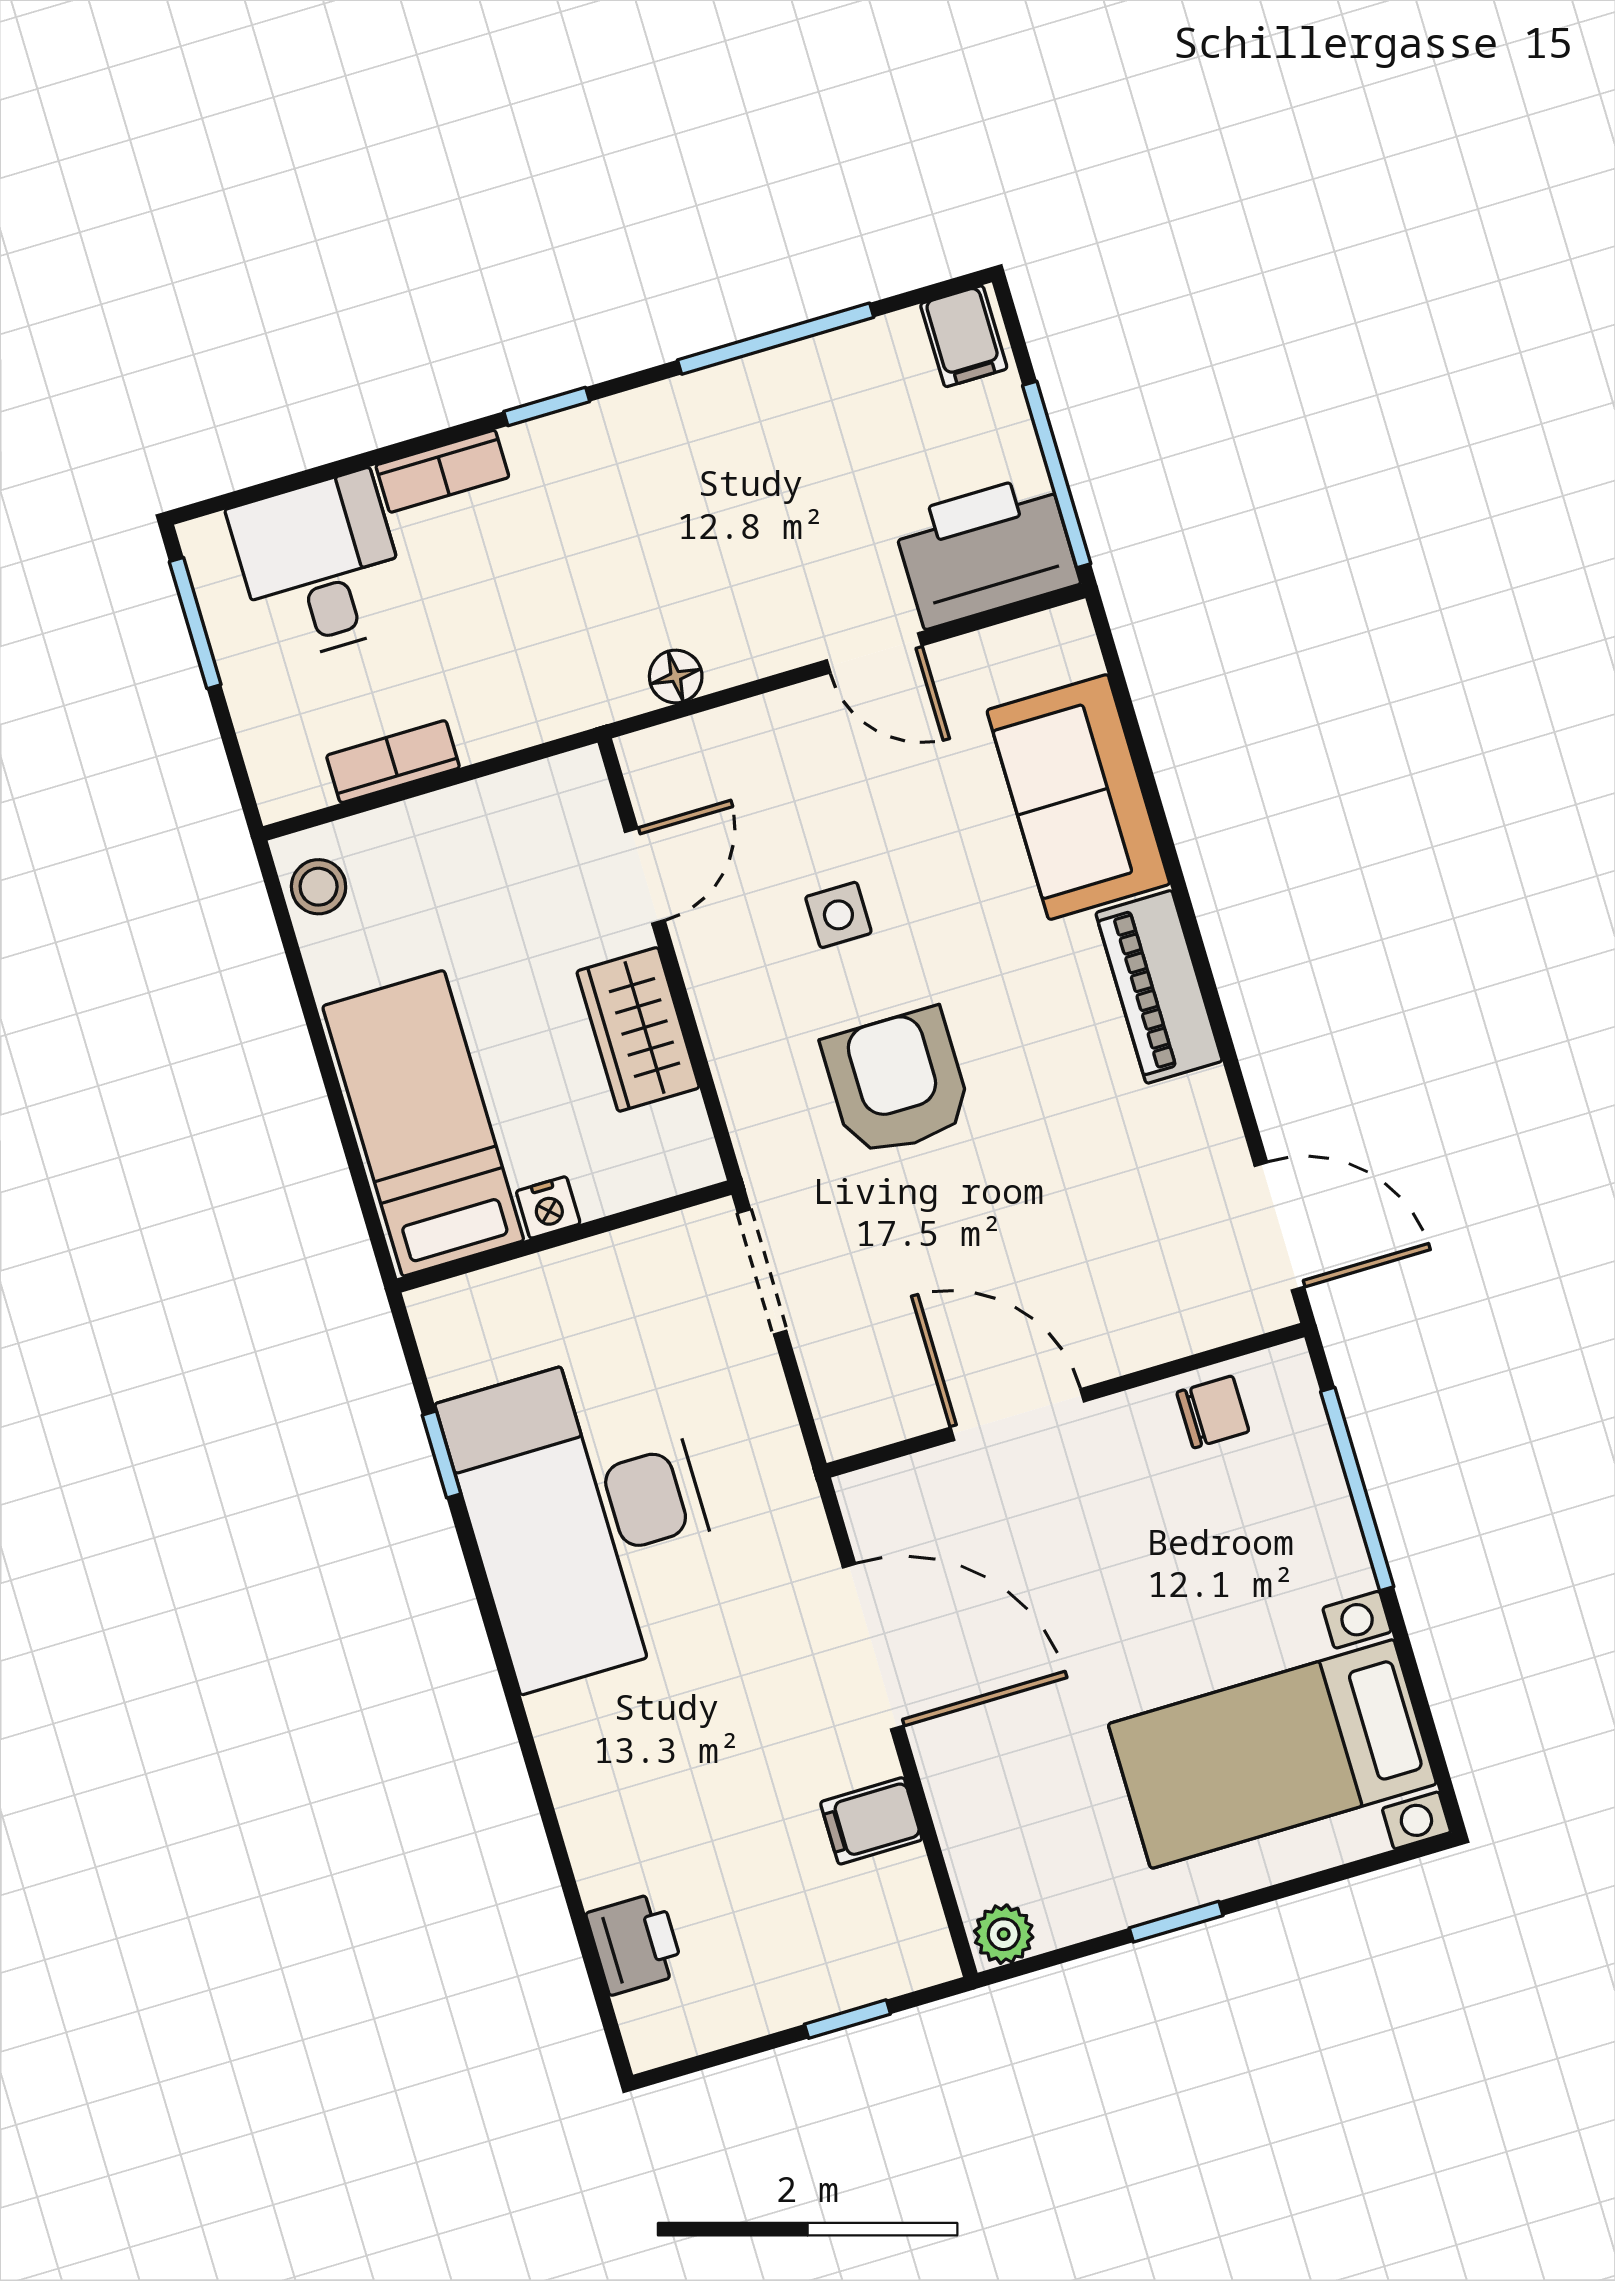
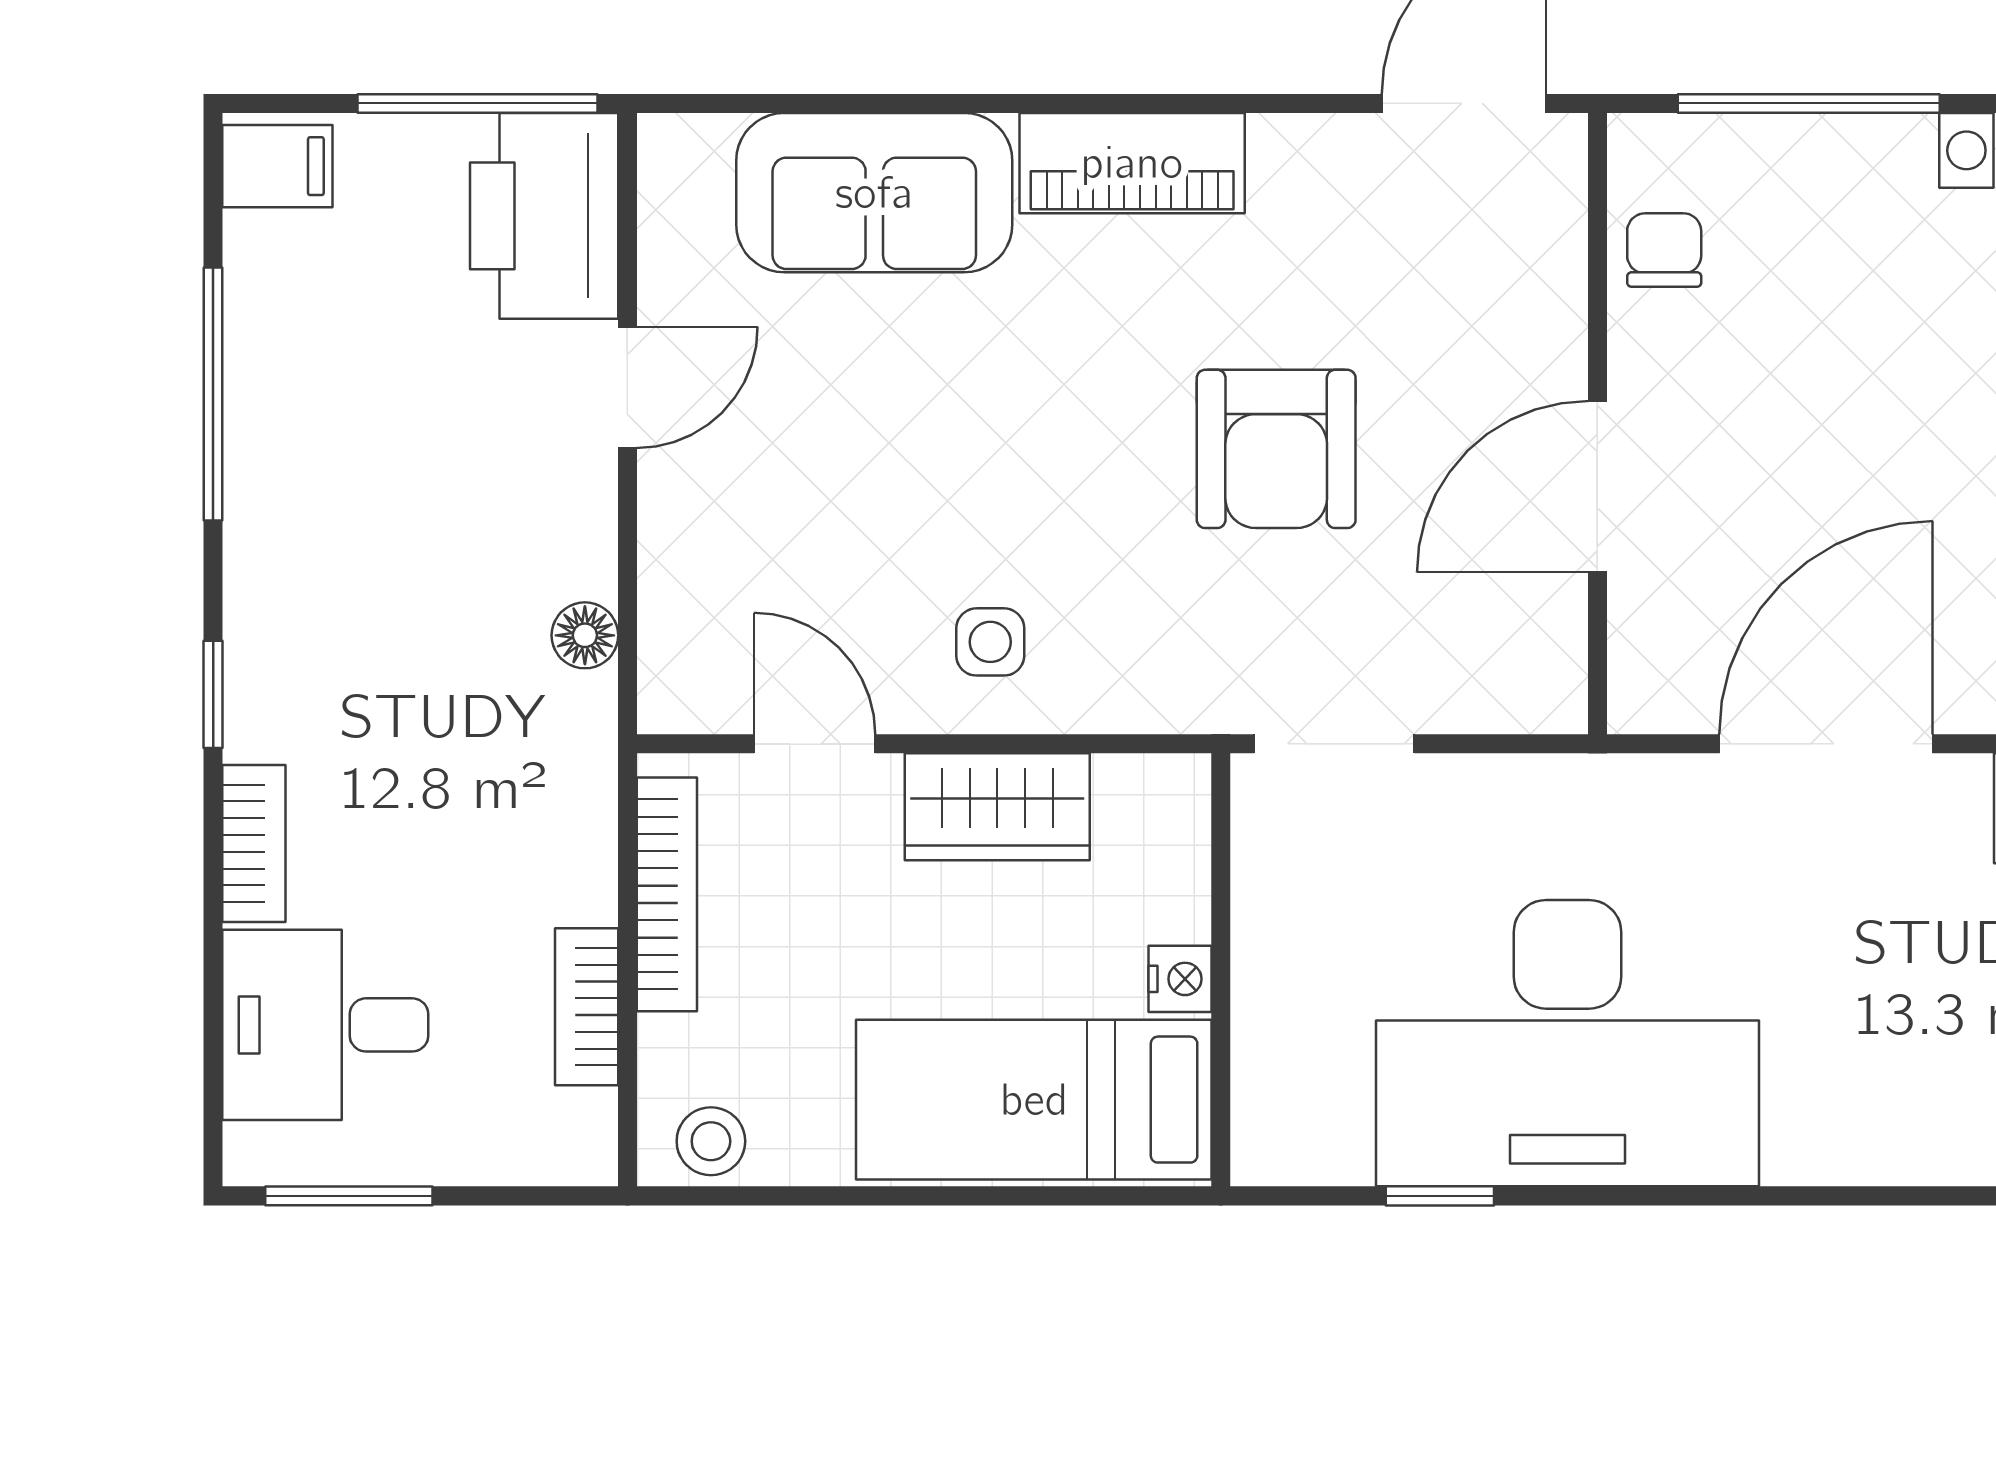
bookcase: (497, 797) -> (667, 894), added
side table: (838, 915) -> (990, 642), moved
armchair: (897, 1083) -> (1276, 449), moved, turned -90

